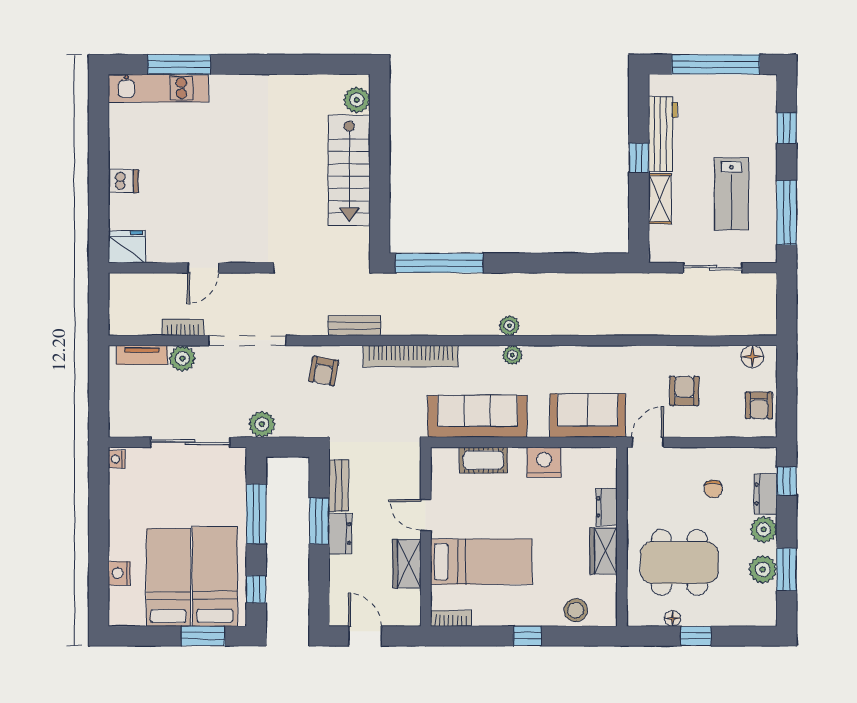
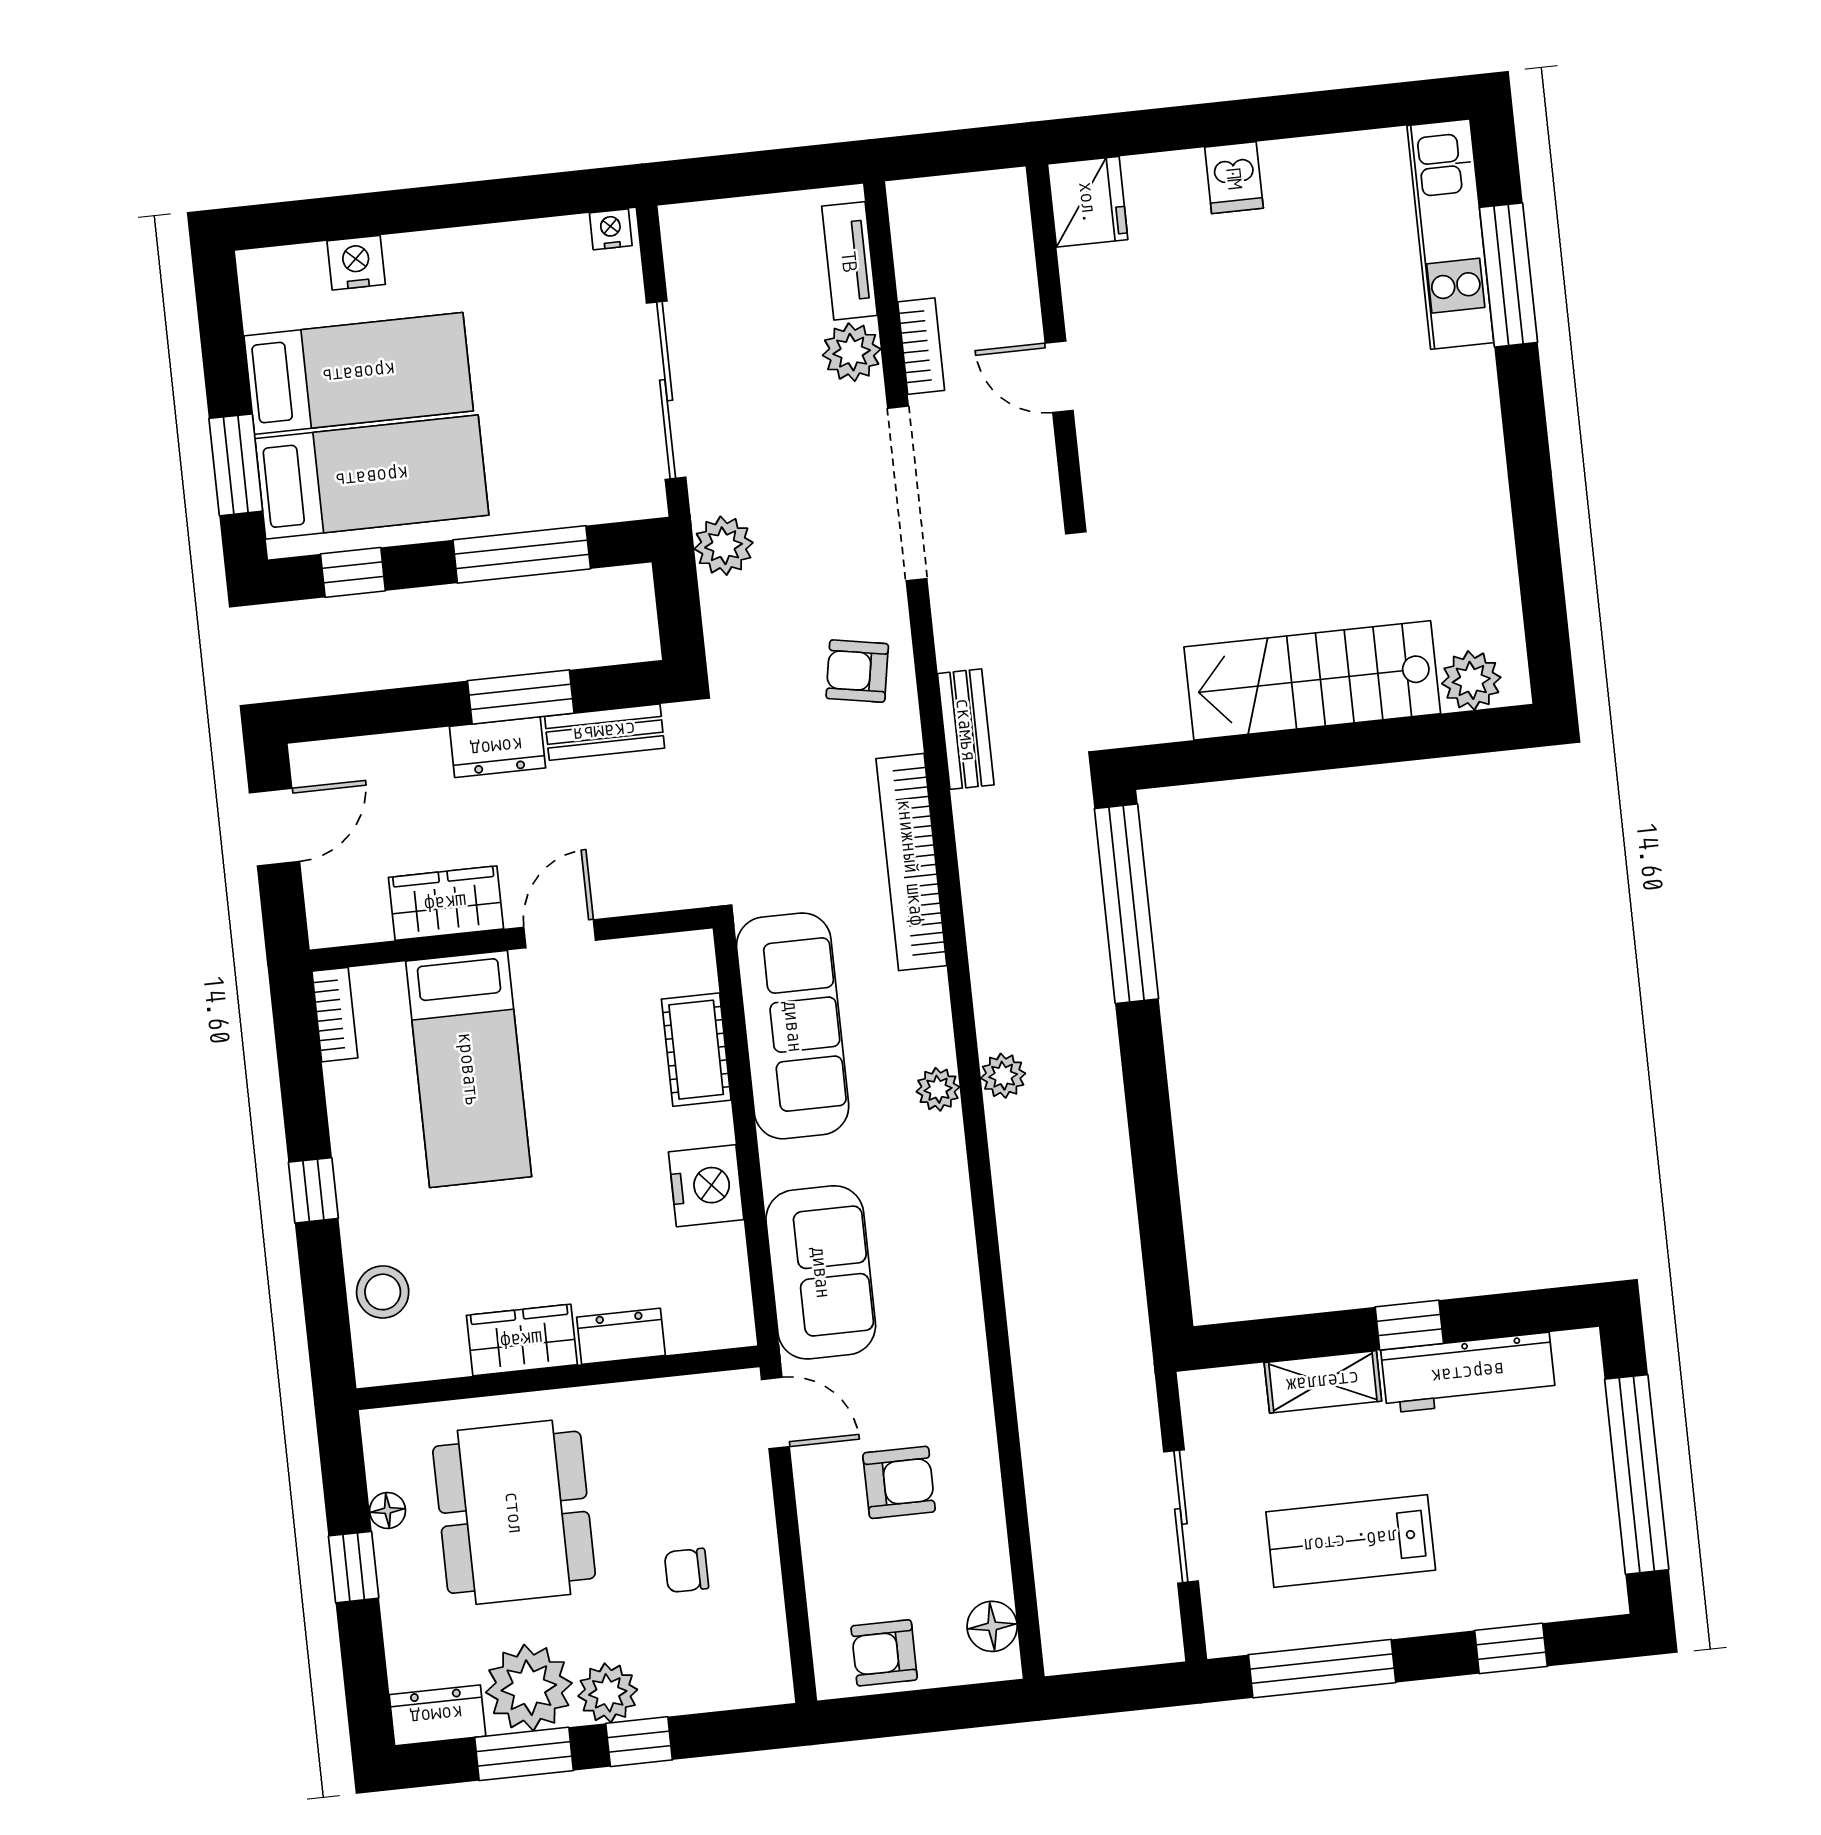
window: (787, 481) -> (639, 1742), moved
dresser: (765, 494) -> (437, 1715), moved
plant: (763, 569) -> (529, 1688), width x1.36, depth x1.36

